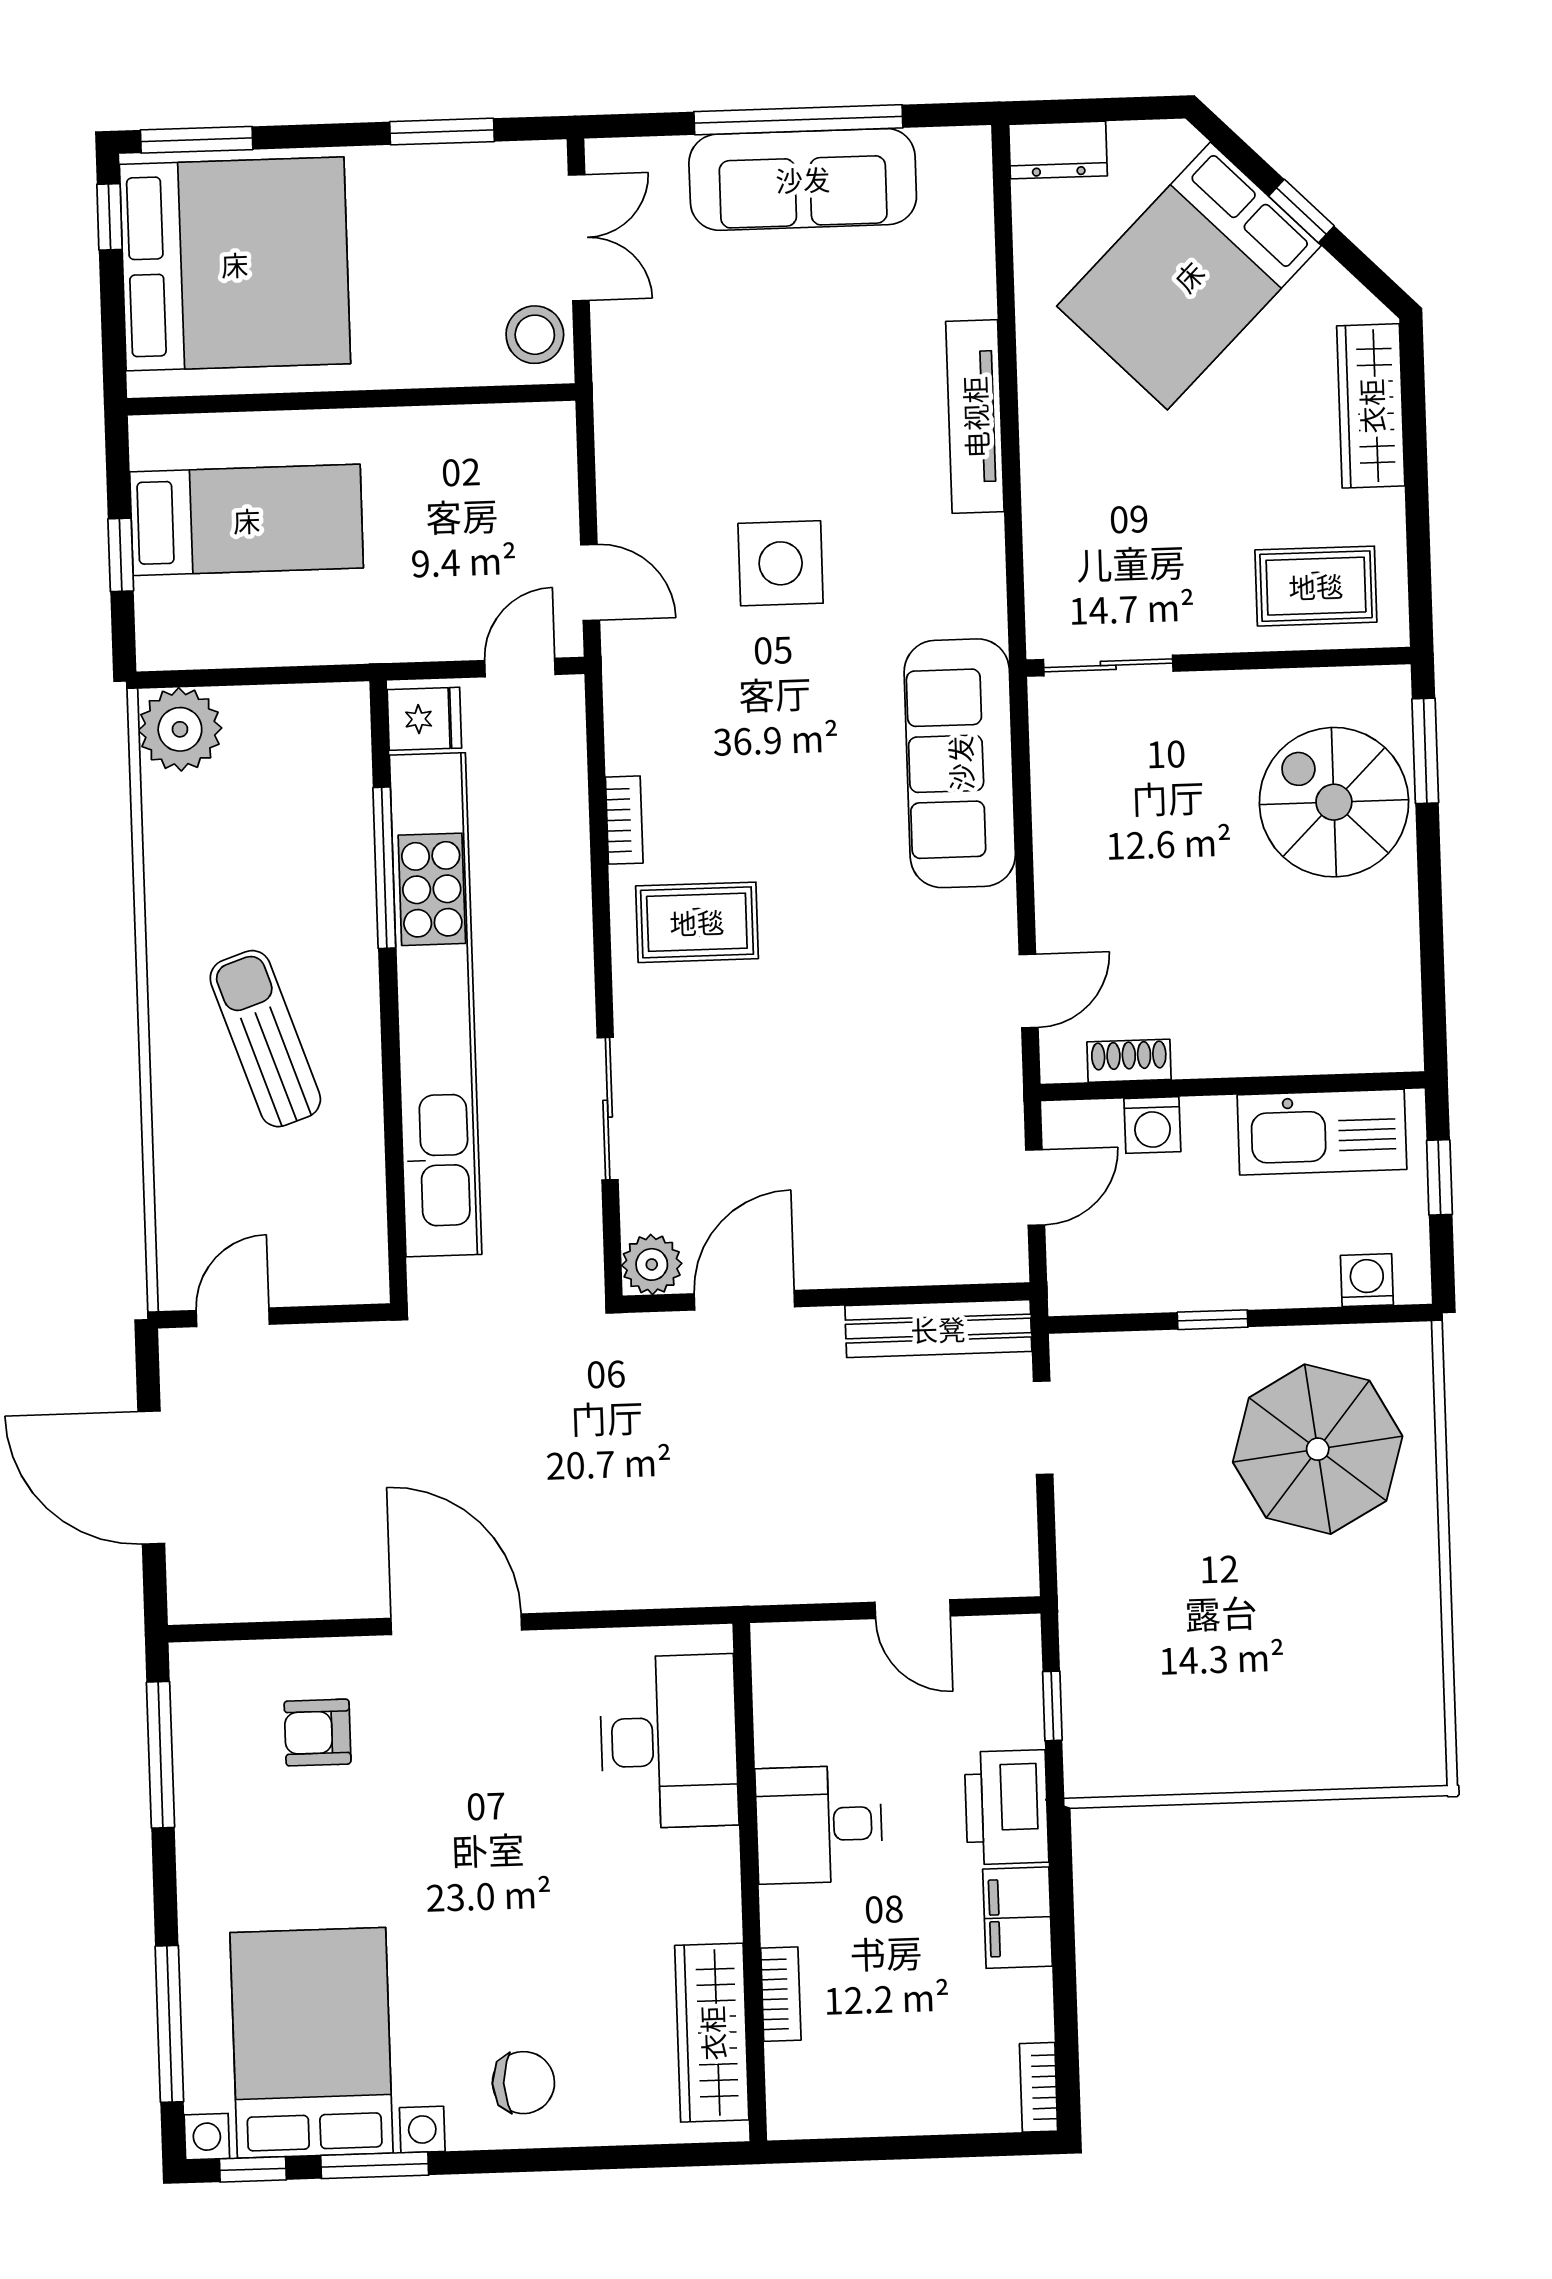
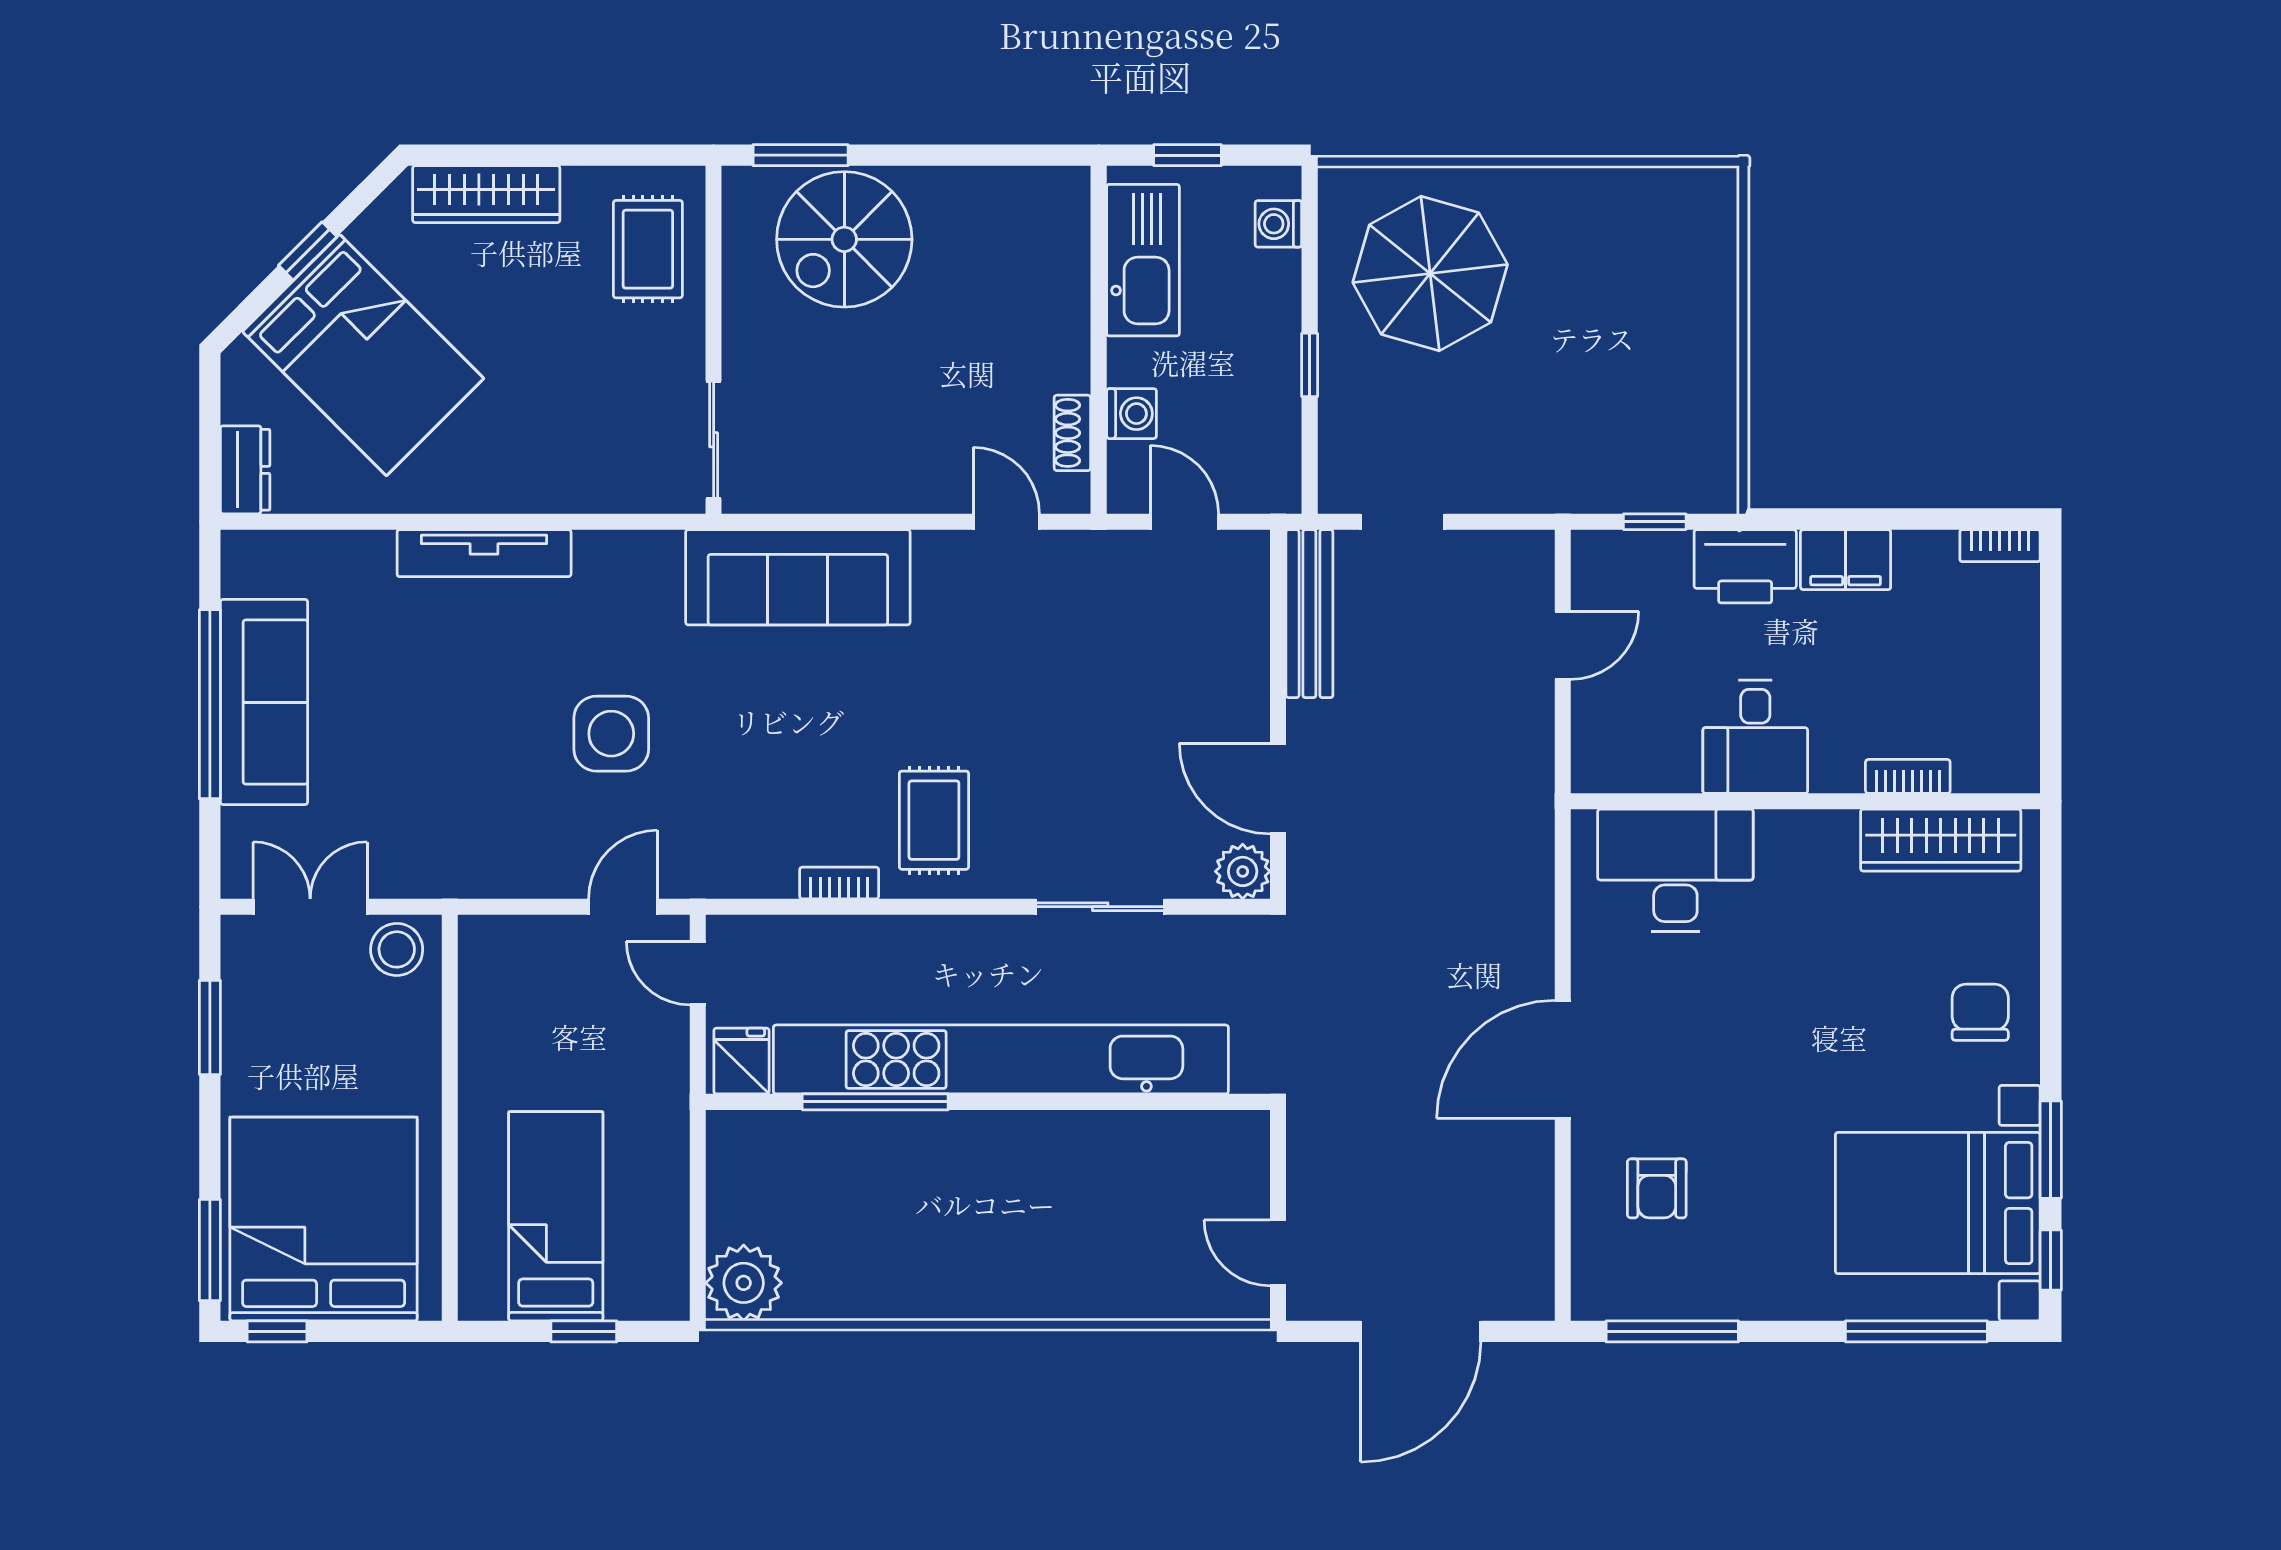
sun lounger: (265, 1039) -> (1026, 1215), removed

